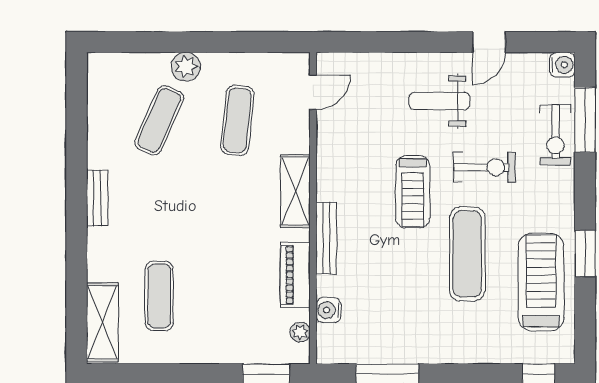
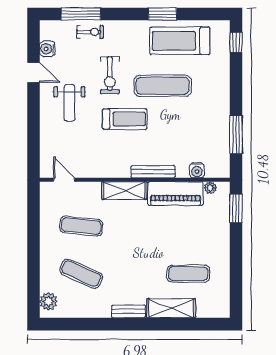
water cooler: (562, 65) -> (47, 49), moved, turned -90
plant: (186, 67) -> (48, 301), moved
exercise bike: (555, 135) -> (90, 32), width x0.73, depth x0.72
exercise bike: (485, 167) -> (110, 75), turned 180
piano: (295, 275) -> (175, 194), width x1.37, depth x1.33
shelving: (102, 322) -> (171, 308), moved

